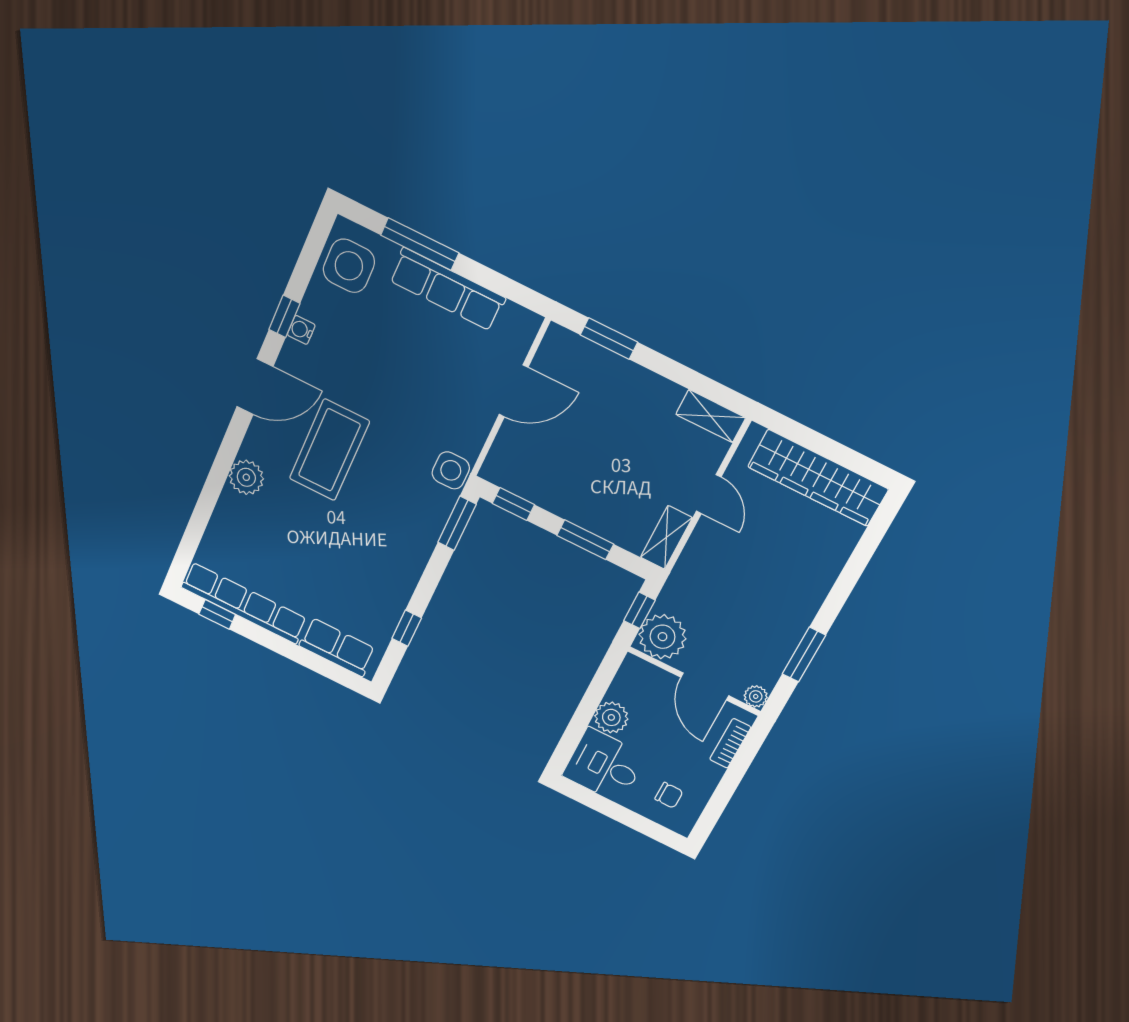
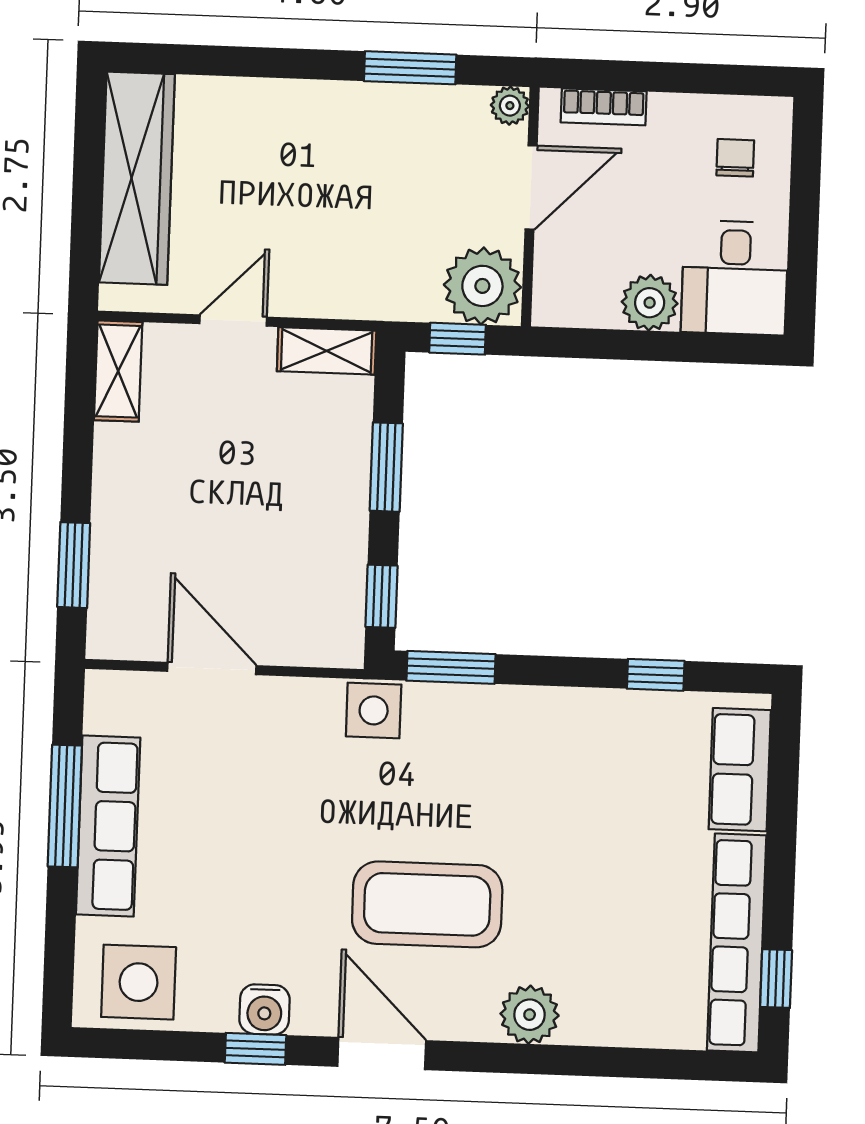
window: (420, 244) -> (65, 806), moved
water cooler: (301, 330) -> (264, 1009), width x1.38, depth x1.38

